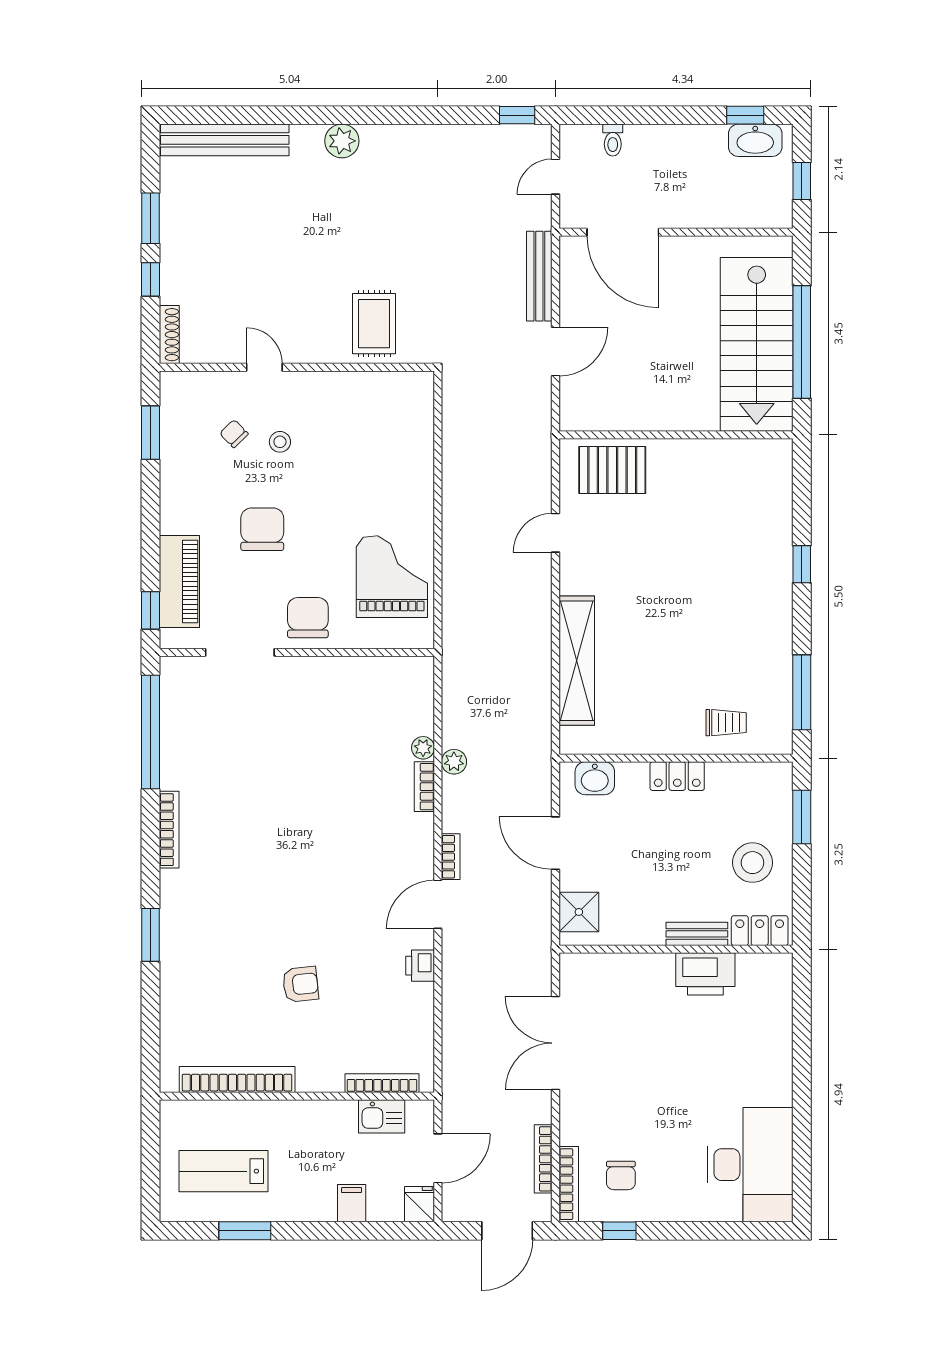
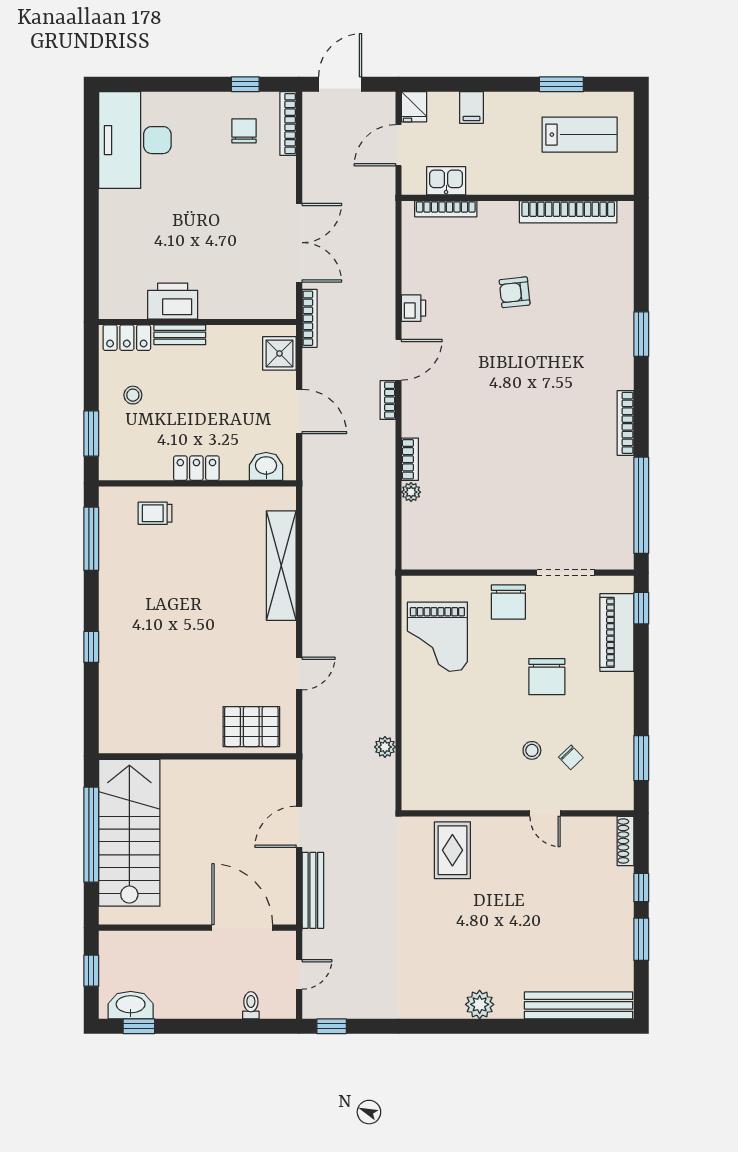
plant: (454, 762) -> (385, 747), moved
stool: (752, 863) -> (133, 395), width x0.53, depth x0.53
bookcase: (543, 1159) -> (310, 318), moved

